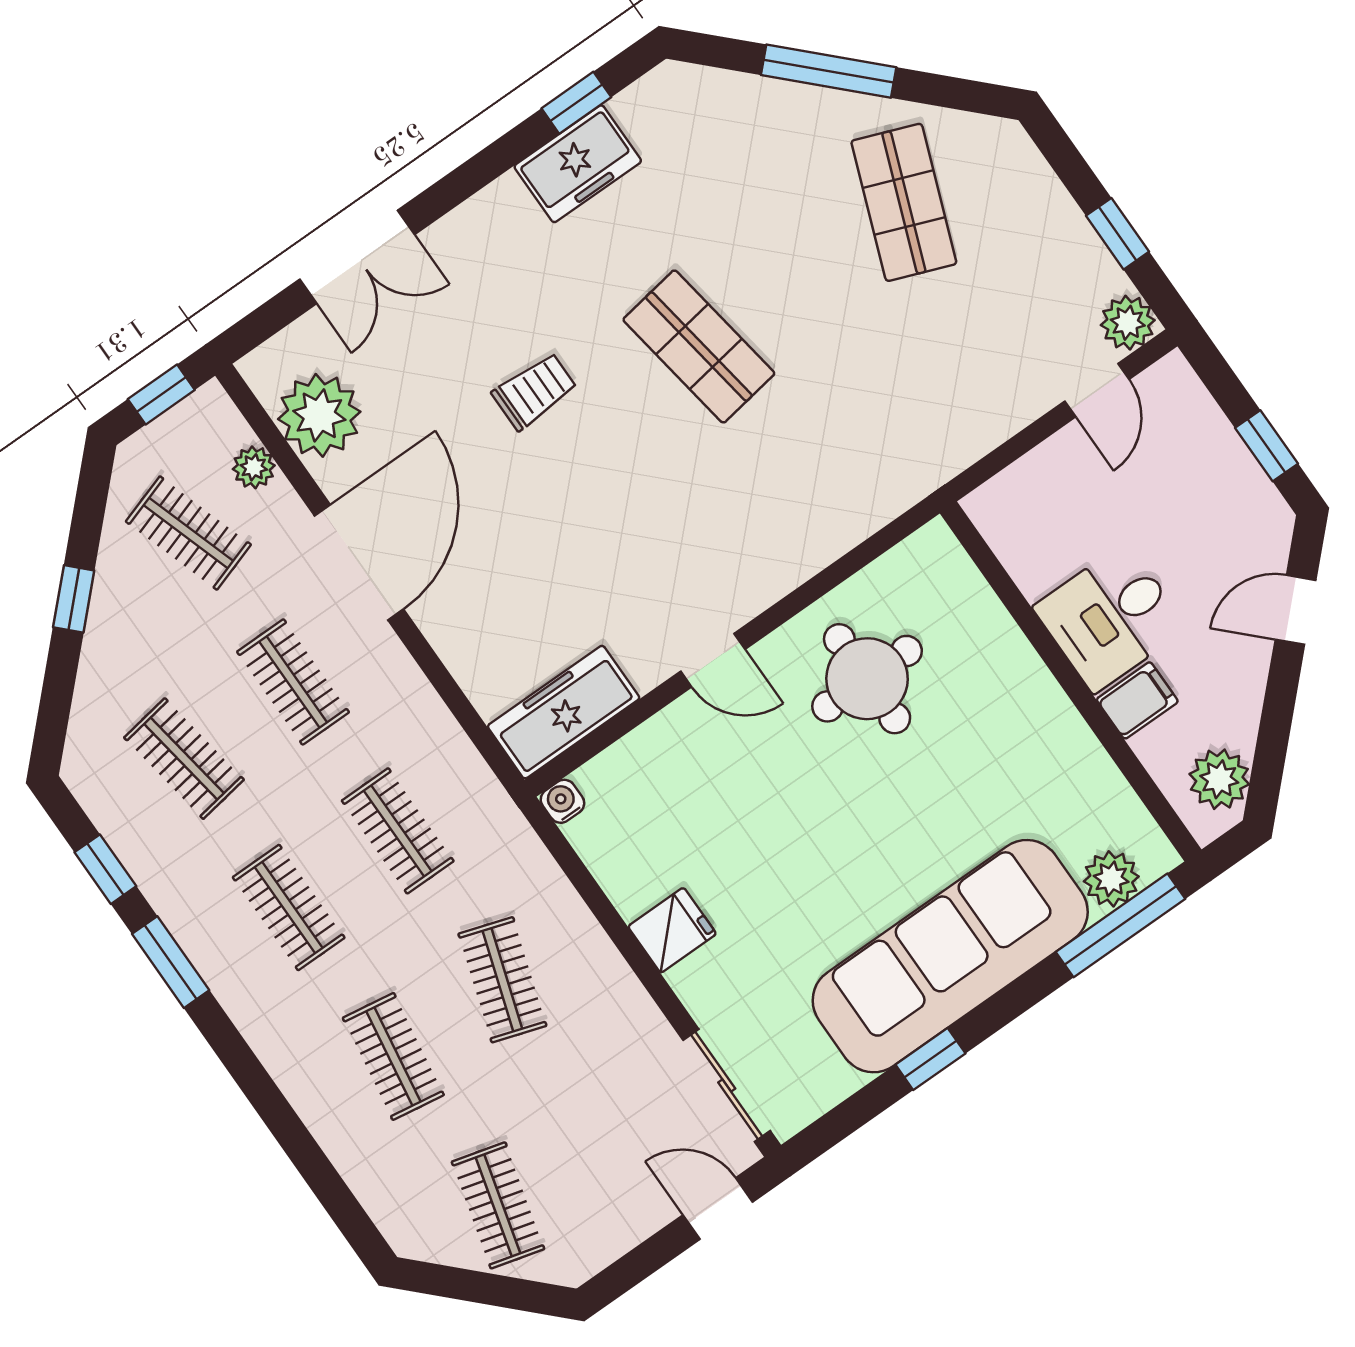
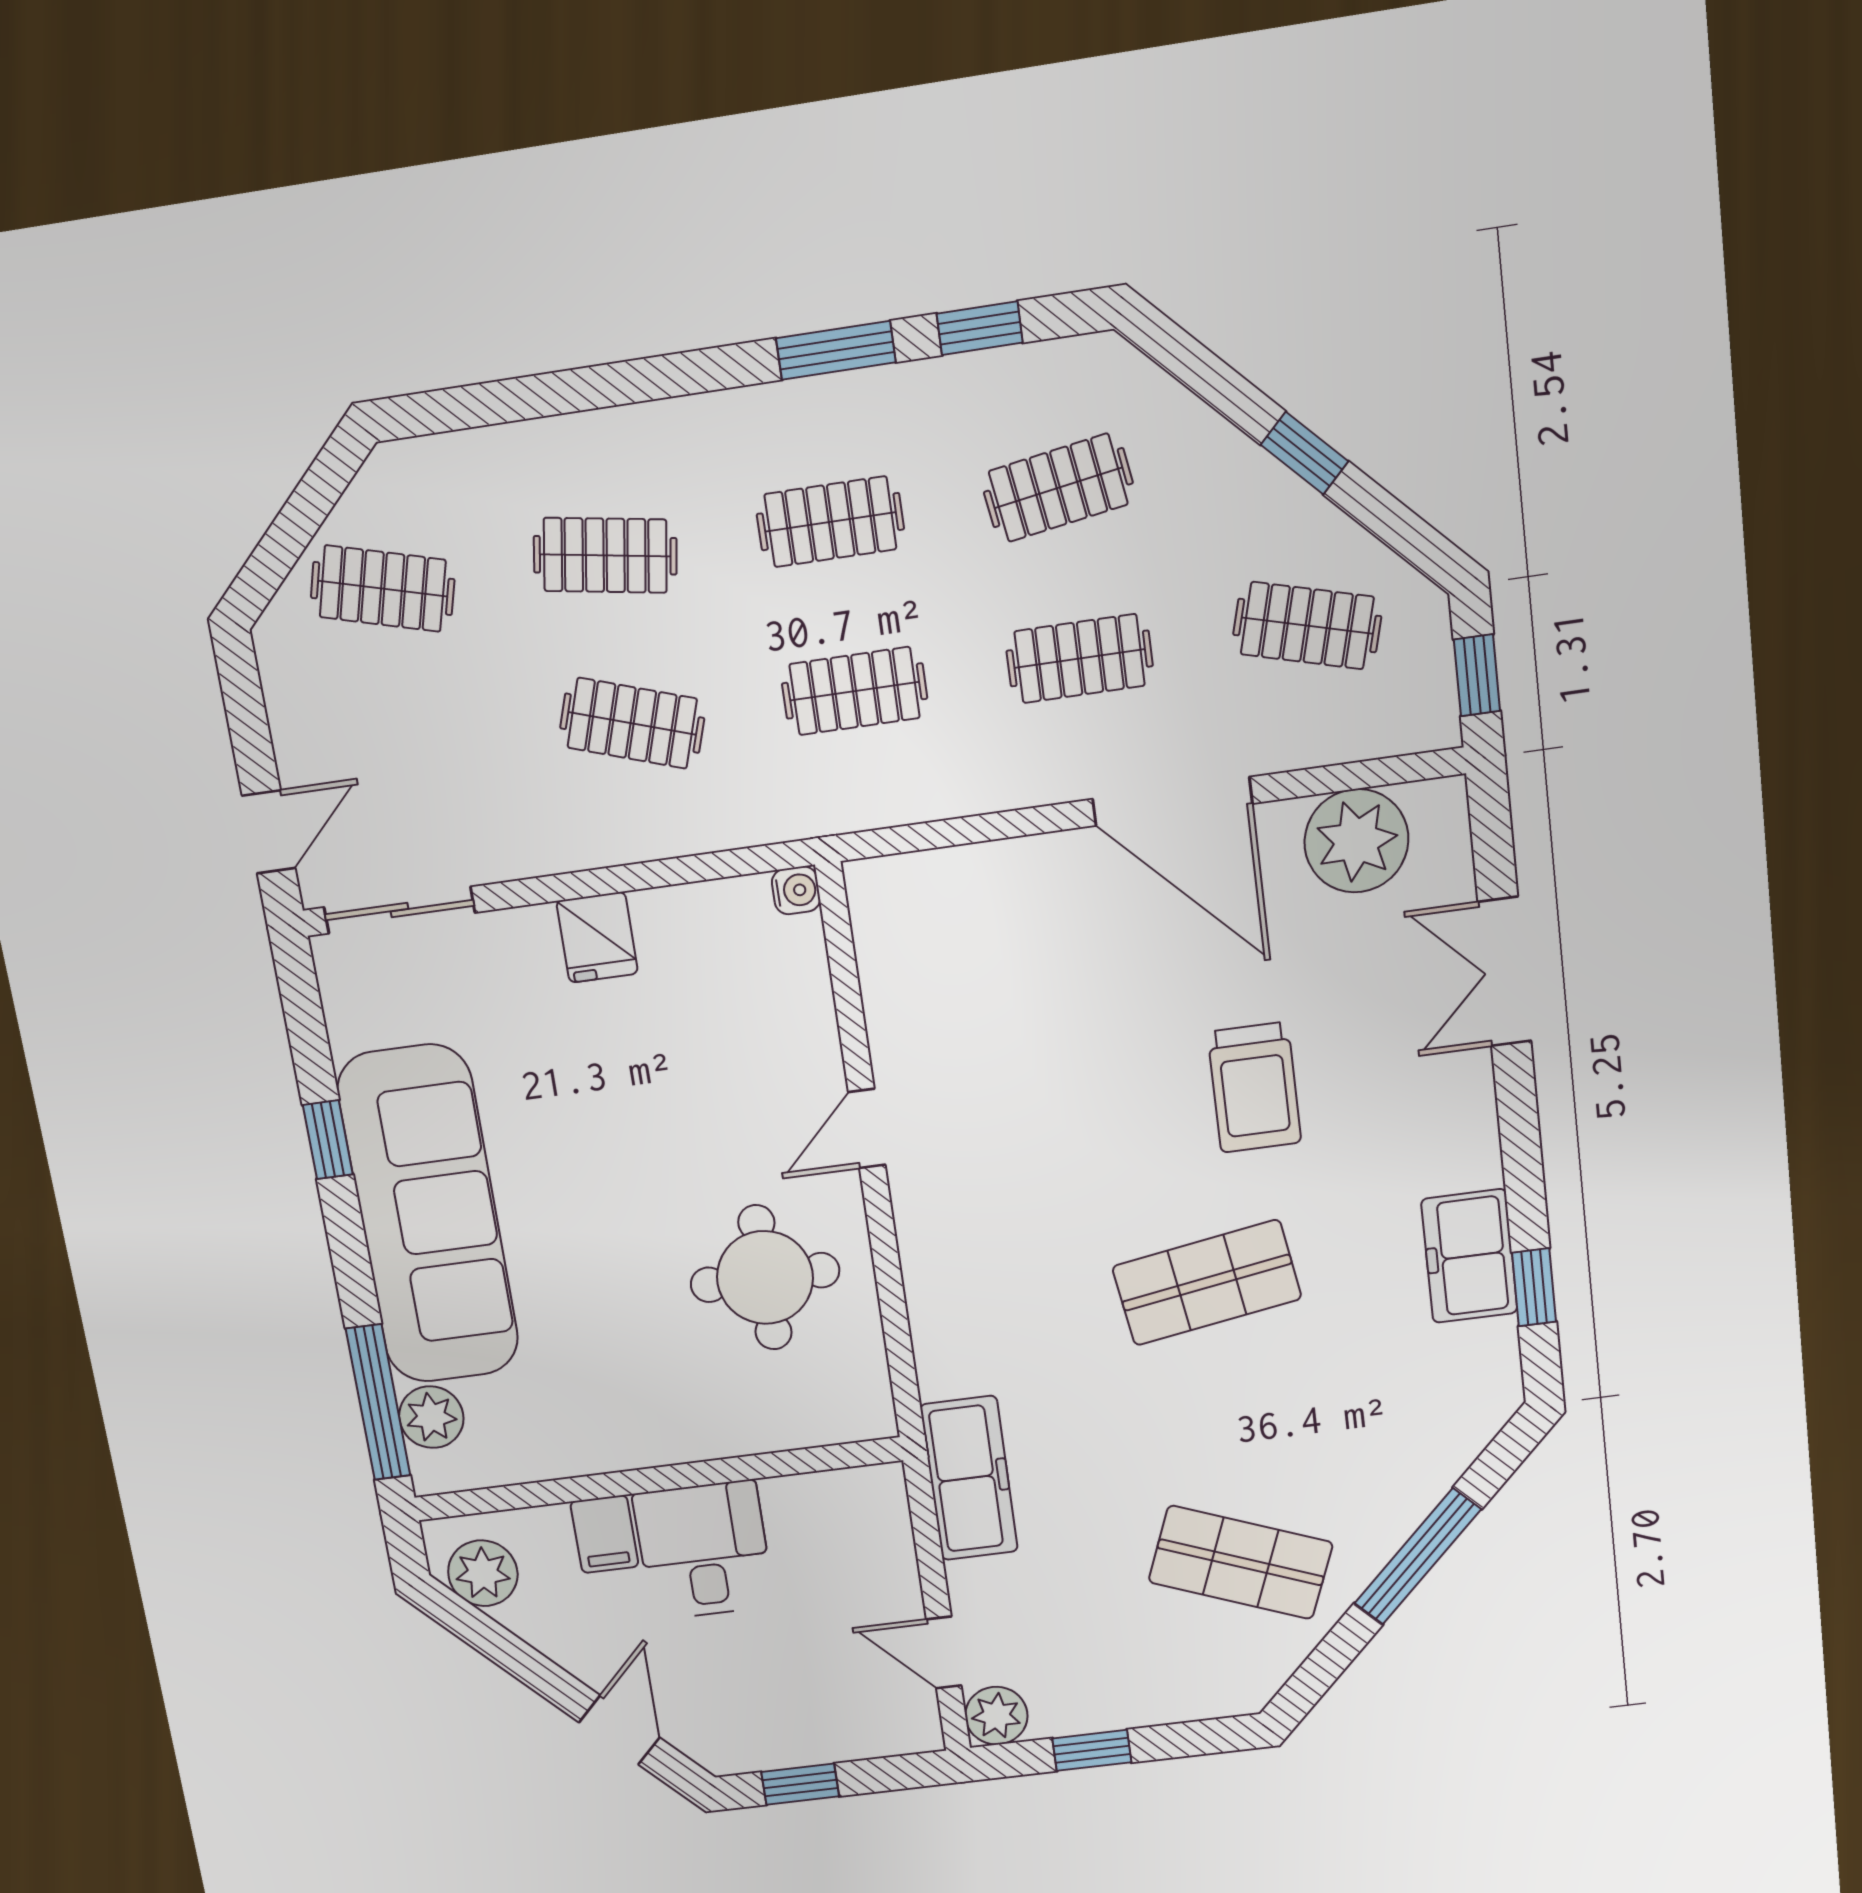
trolley: (534, 391) -> (1254, 1087), width x1.36, depth x1.39
plant: (254, 467) -> (1340, 738), removed
clothes rail: (188, 533) -> (1307, 626), turned 33
freezer: (564, 712) -> (969, 1478), moved

